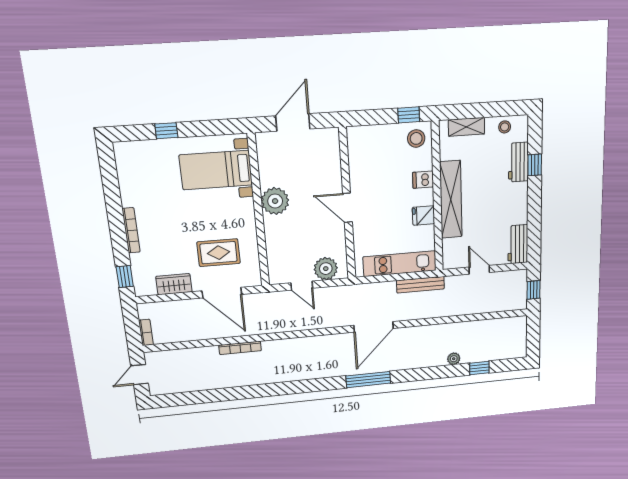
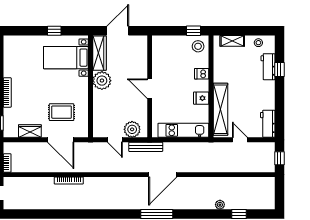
window: (166, 131) -> (54, 31), moved
wardrobe: (267, 160) -> (99, 53), added
shelving: (451, 200) -> (221, 109), moved
bench: (420, 285) -> (146, 147), moved

